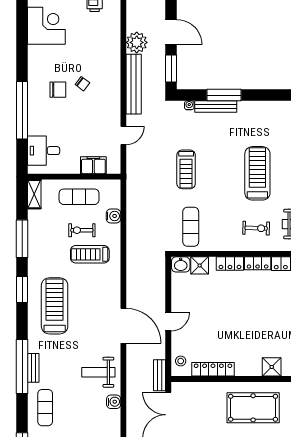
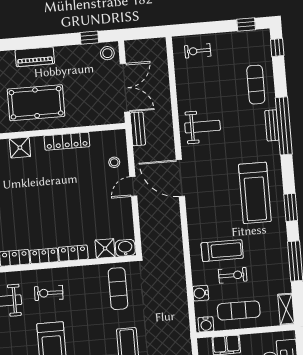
stool: (181, 361) -> (114, 162), moved
locker: (213, 369) -> (67, 141), moved
water cooler: (114, 402) -> (206, 324), moved, turned -90

